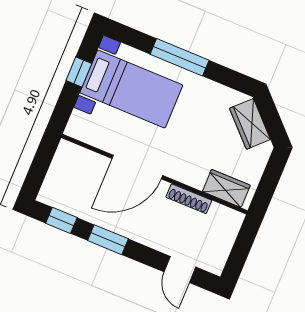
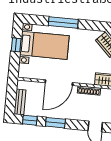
bench: (53, 181) -> (20, 102), added

